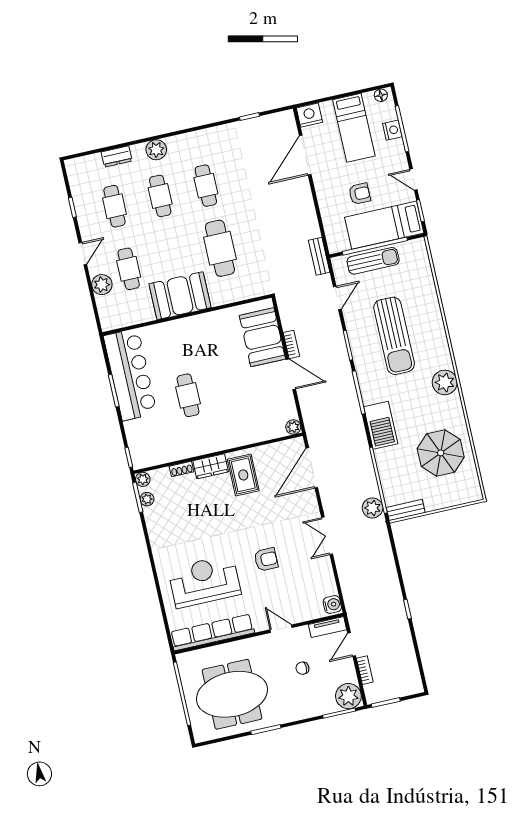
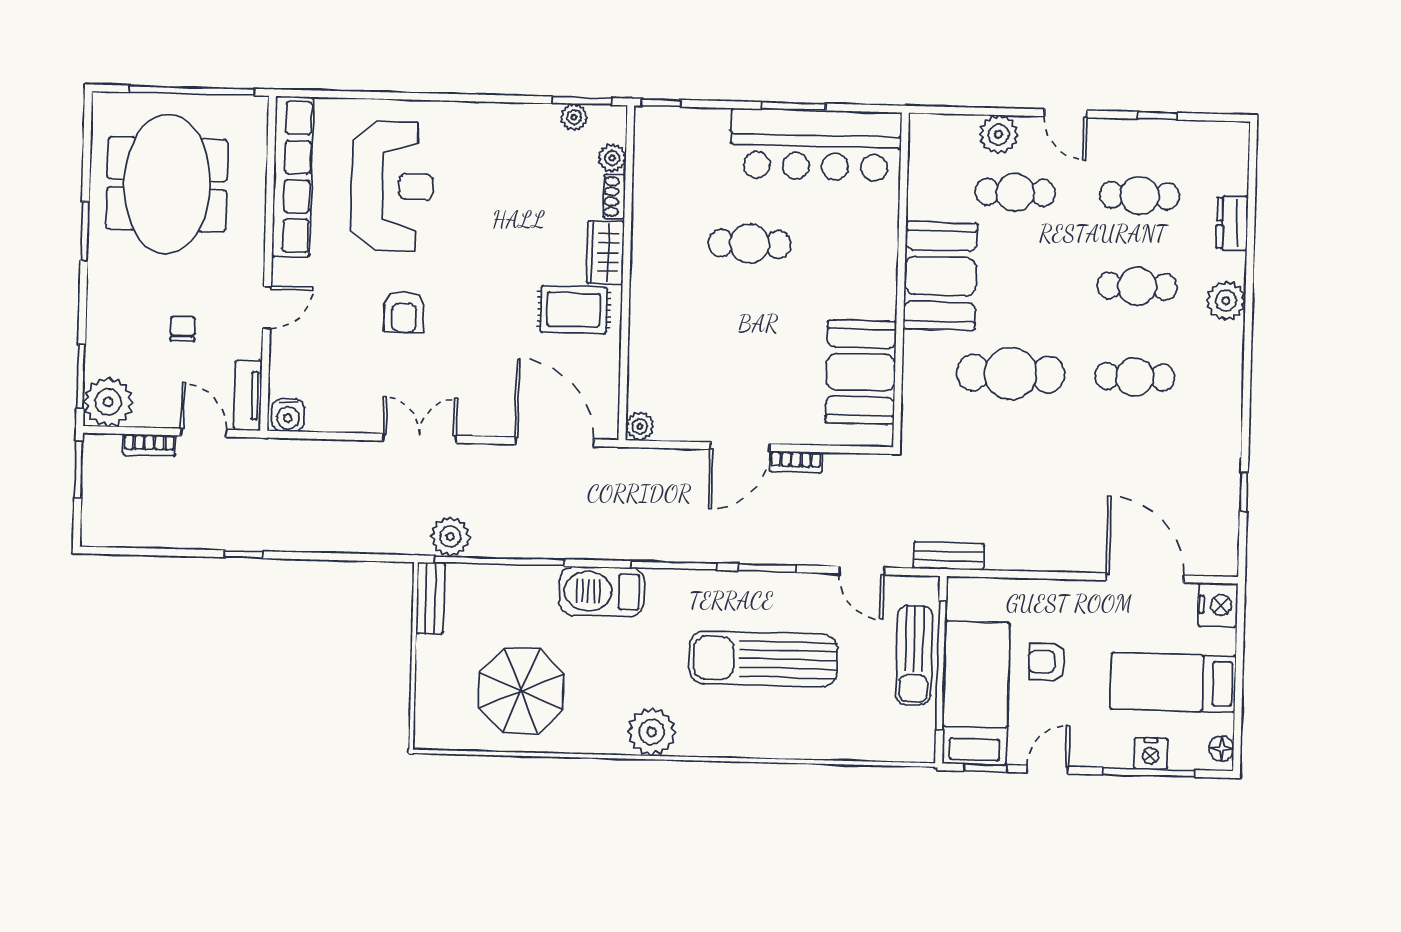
armchair: (360, 194) -> (1047, 662), turned 90
booth: (262, 337) -> (861, 372), moved, turned 90
plant: (143, 479) -> (612, 158), moved

